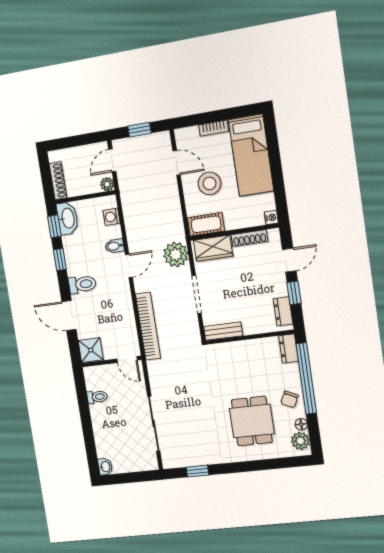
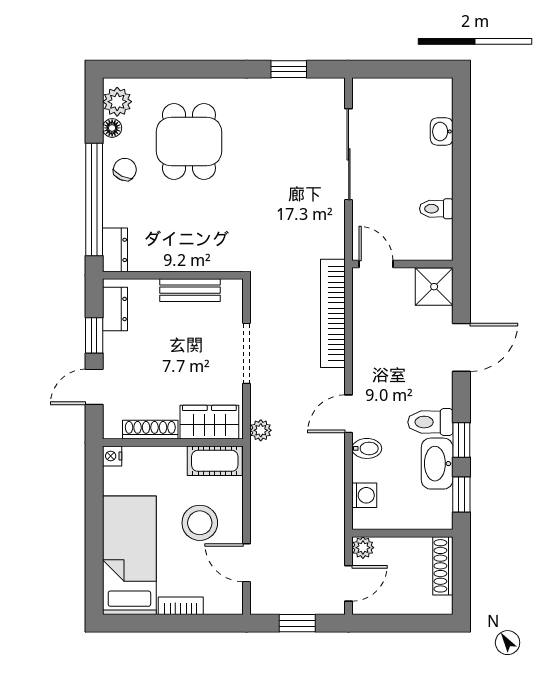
washbasin: (68, 218) -> (437, 464), moved
plant: (176, 255) -> (261, 430), width x0.53, depth x0.53
toilet: (82, 284) -> (430, 422), moved
door: (69, 316) -> (461, 347), hinge flipped
bench: (223, 331) -> (190, 290), moved
washbasin: (105, 467) -> (442, 132), moved

